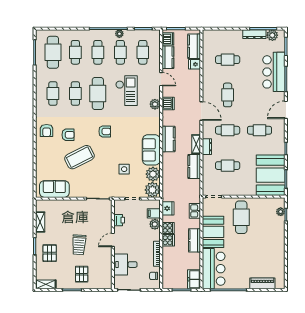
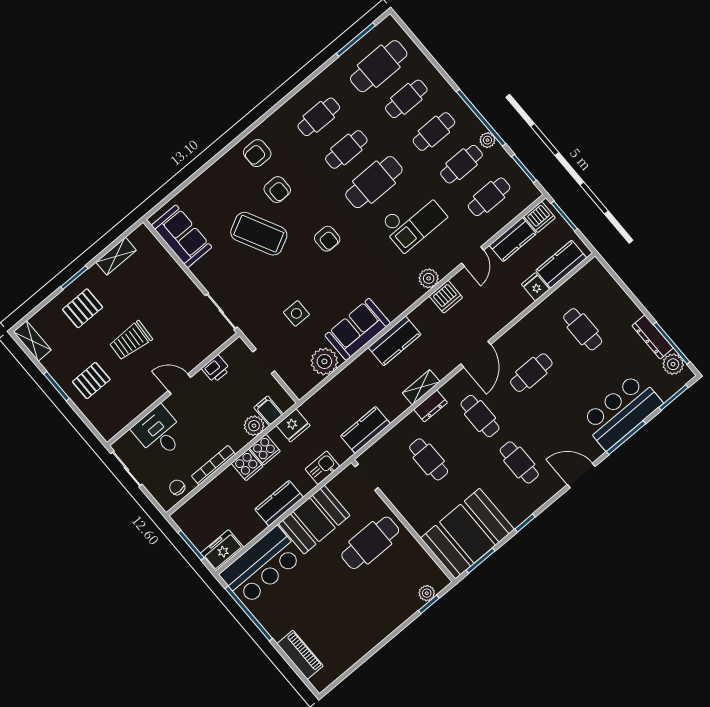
kitchen counter: (194, 167) -> (365, 430), moved
plant: (152, 190) -> (301, 380), removed

